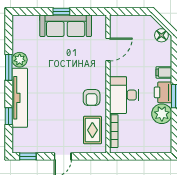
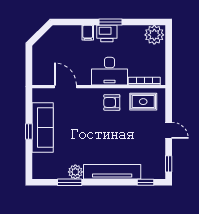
floor lamp: (161, 35) -> (52, 35), removed
window: (9, 67) -> (70, 182), moved
armchair: (92, 98) -> (112, 102), turned 180
plant: (162, 114) -> (154, 35), moved
window: (9, 116) -> (145, 182), moved

